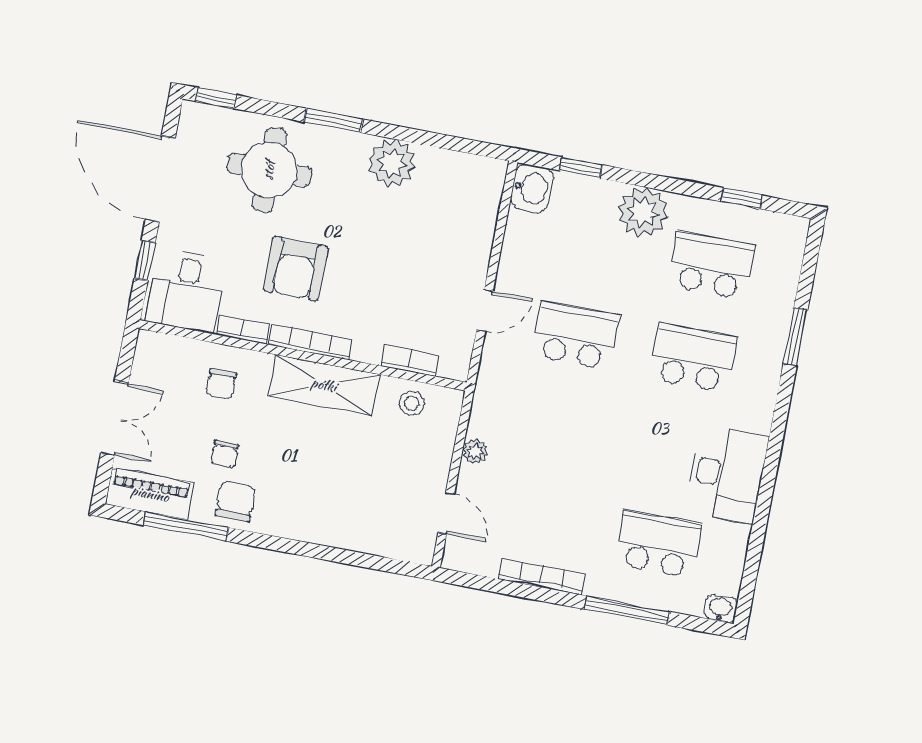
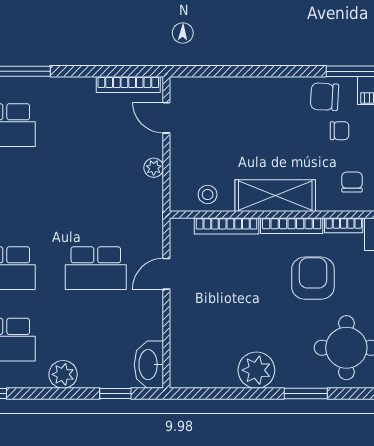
washbasin: (532, 188) -> (149, 365), width x1.38
plant: (643, 212) -> (63, 374), width x0.73, depth x0.73
bookcase: (410, 361) -> (227, 226), width x1.56
chair: (224, 454) -> (340, 131), turned 90
chair: (235, 501) -> (325, 97), turned 93
bookcase: (542, 576) -> (128, 84), moved

